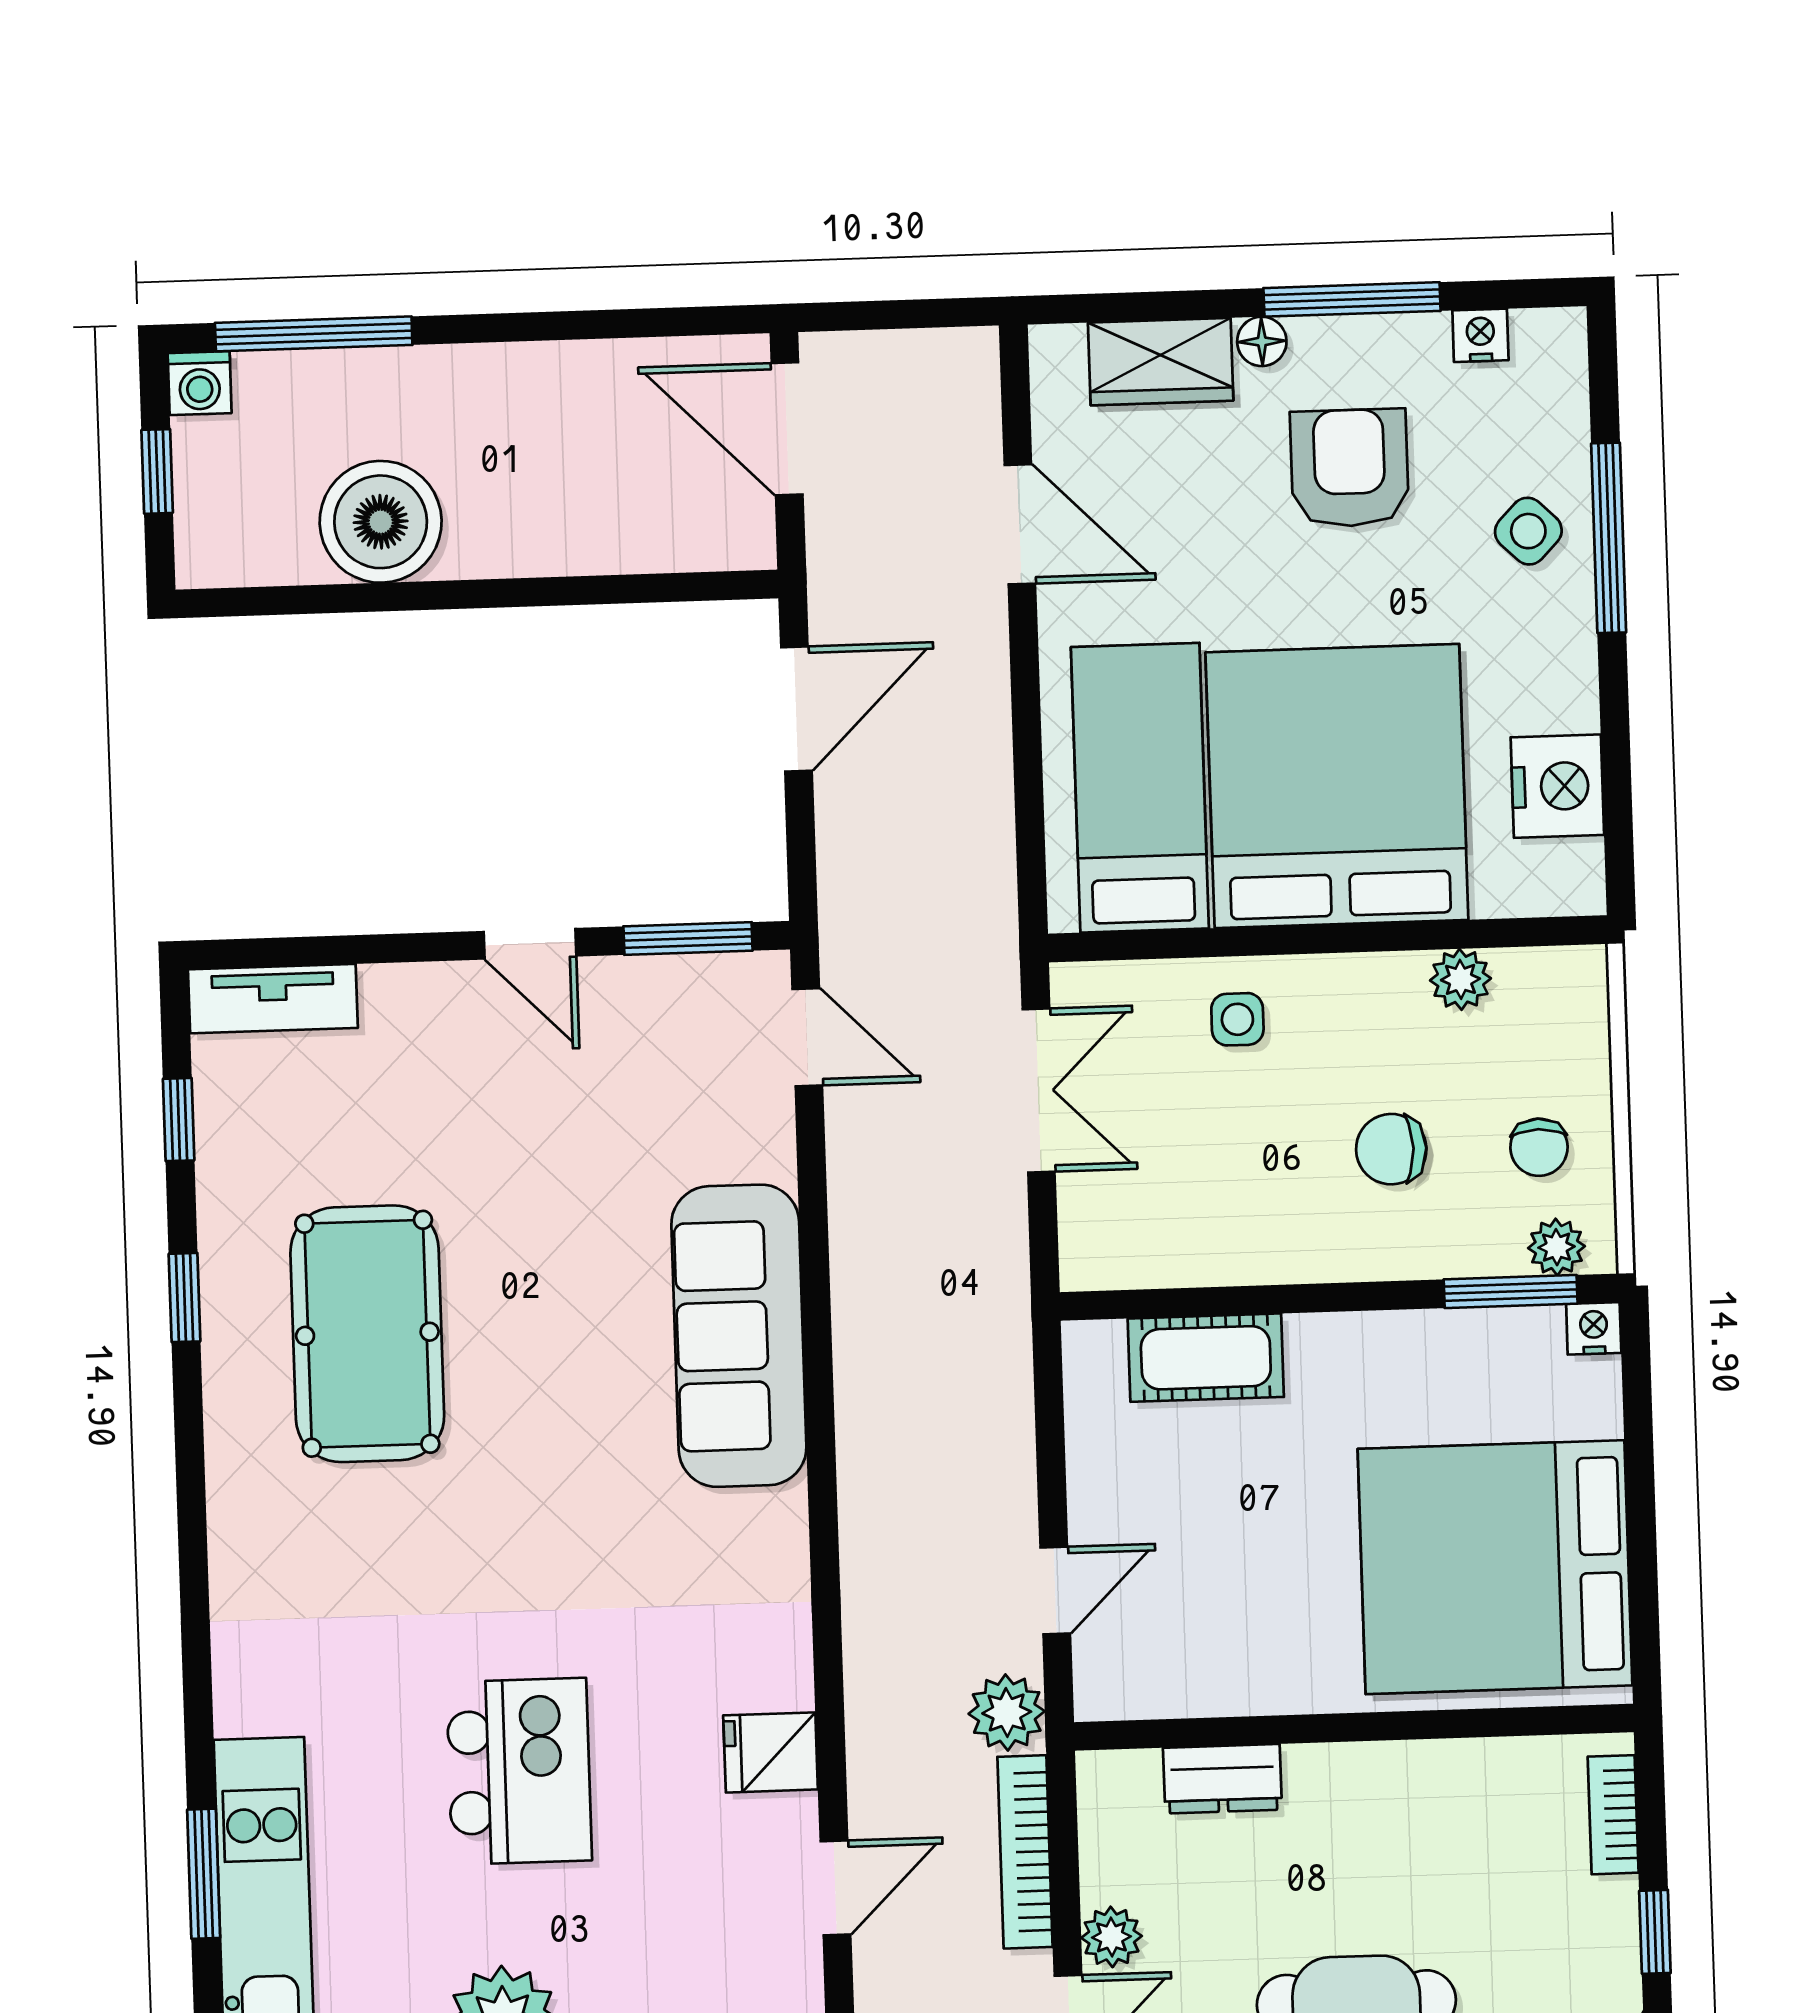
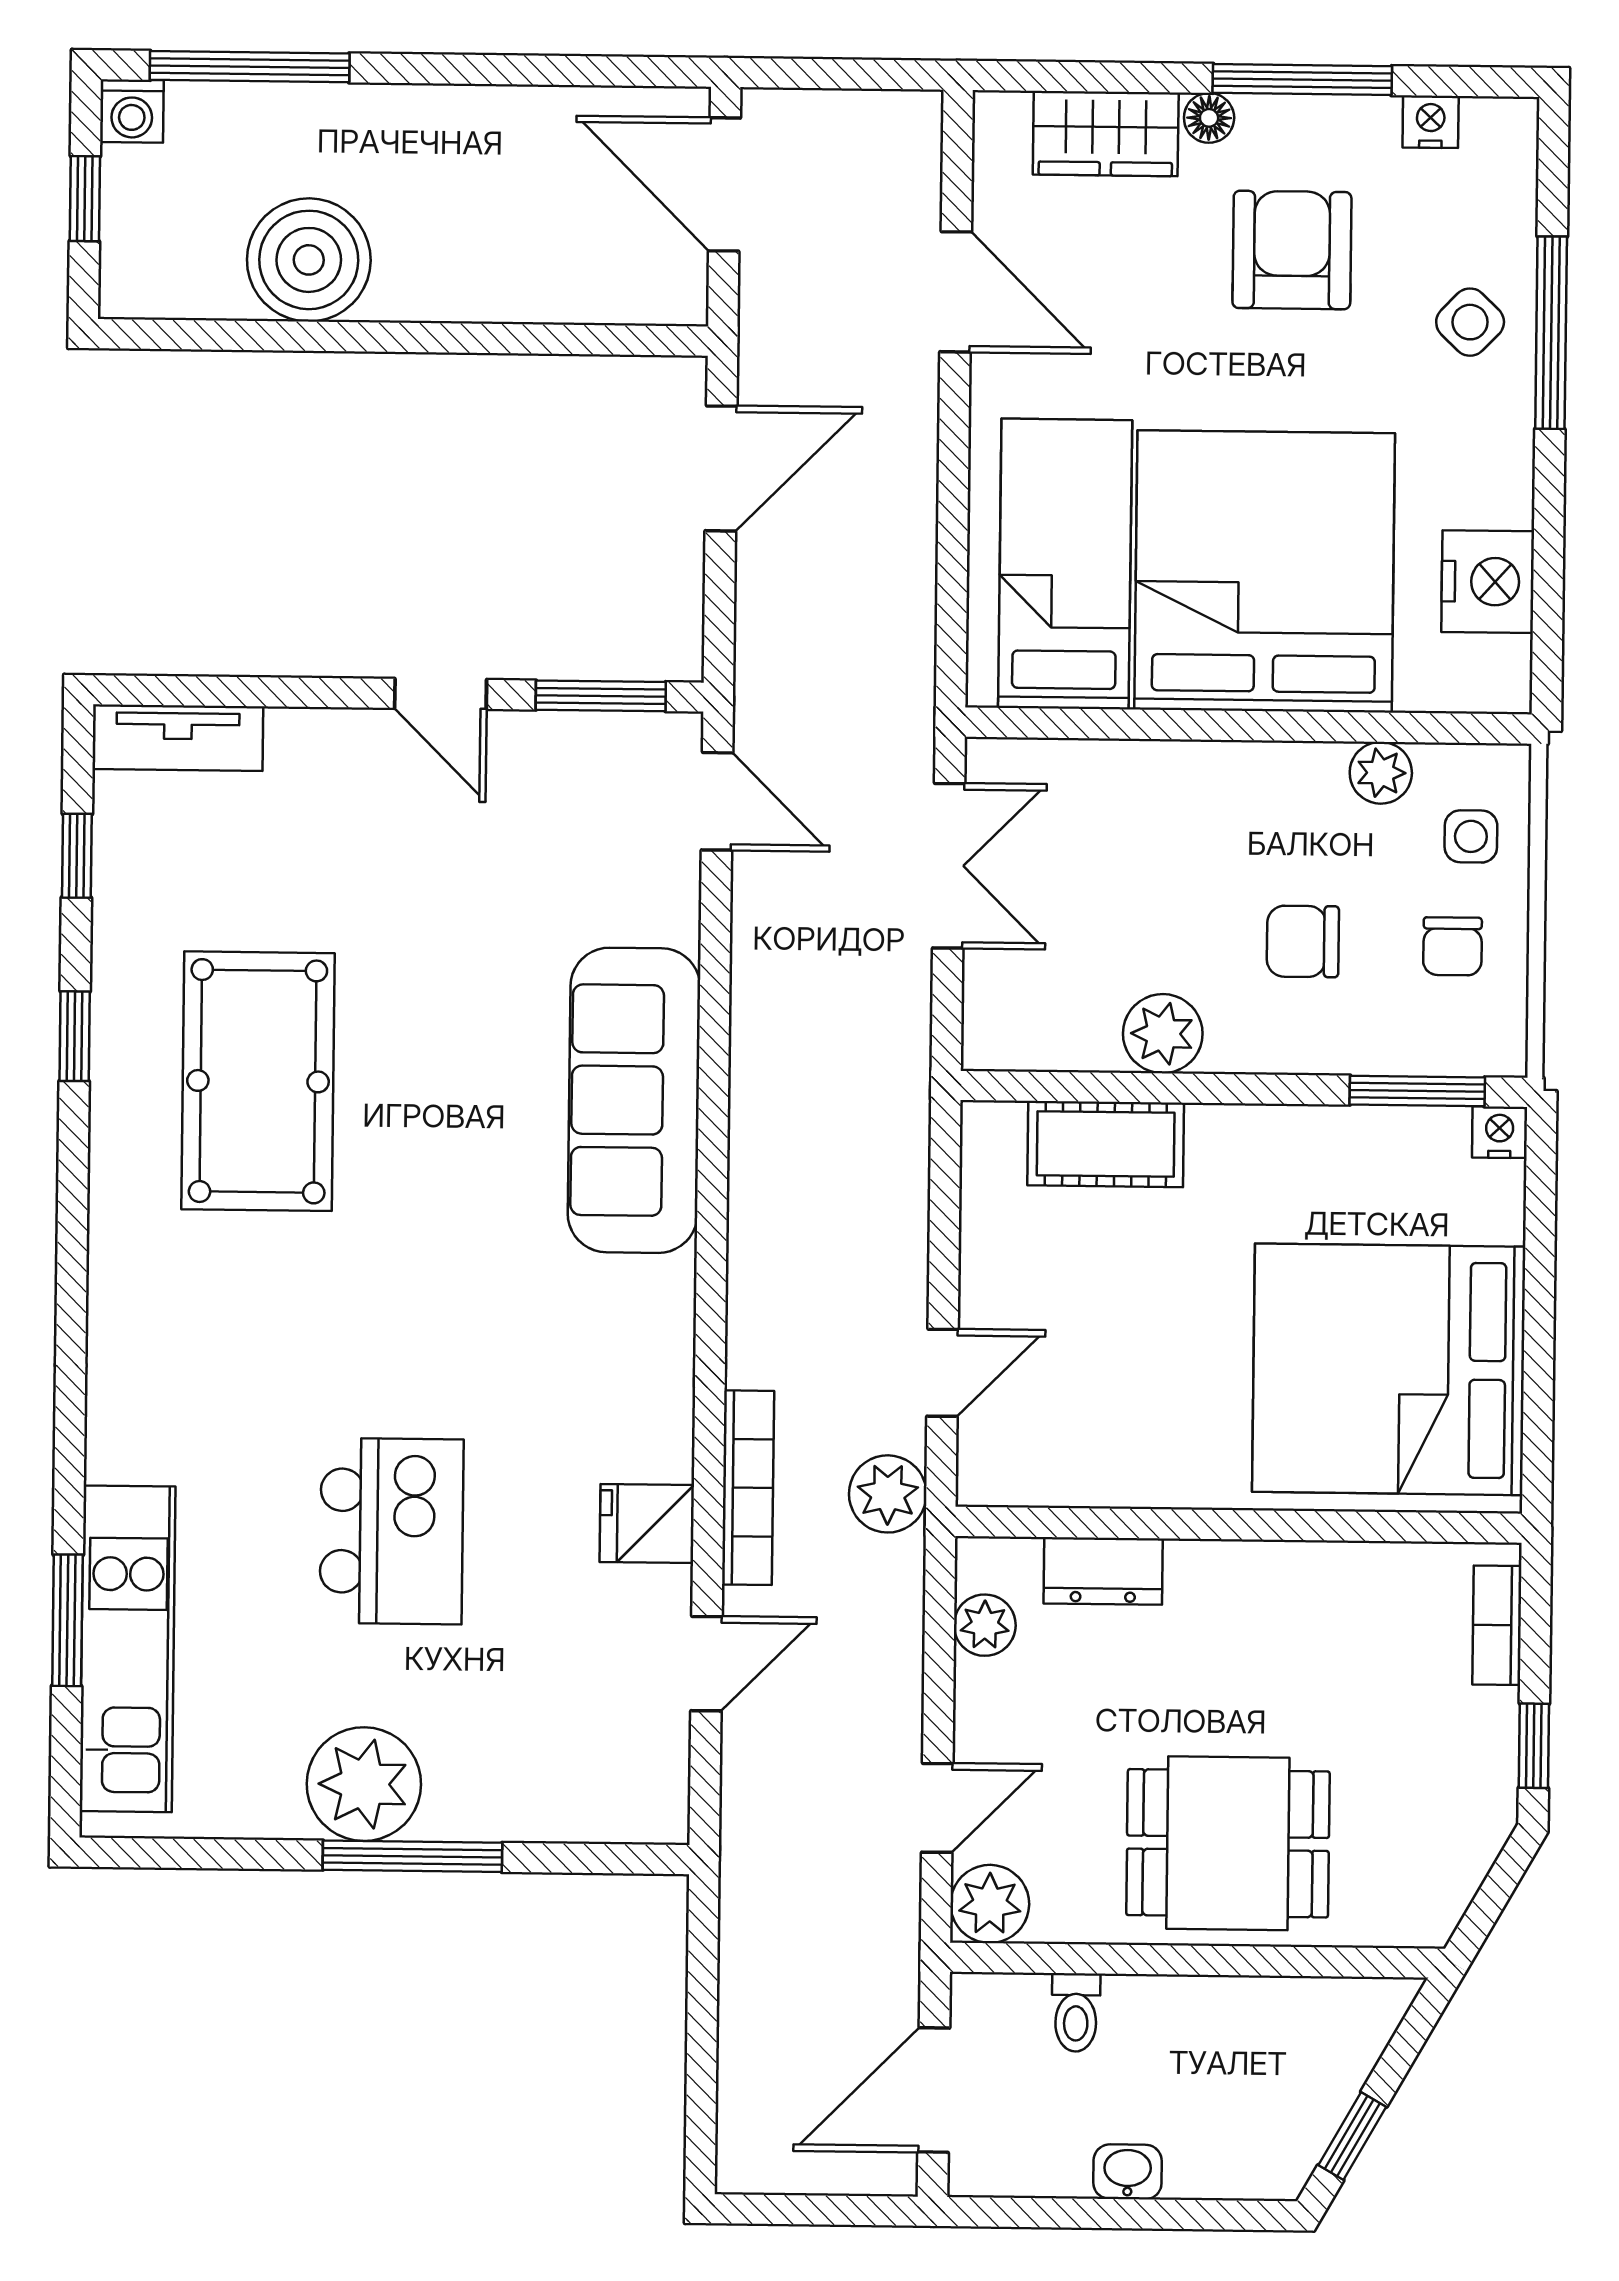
side table: (1237, 1019) -> (1471, 836), moved
plant: (1557, 1247) -> (1163, 1034), moved, width x1.38, depth x1.38
bookcase: (1025, 1852) -> (748, 1488), moved, turned 180
plant: (1112, 1937) -> (985, 1625), moved

